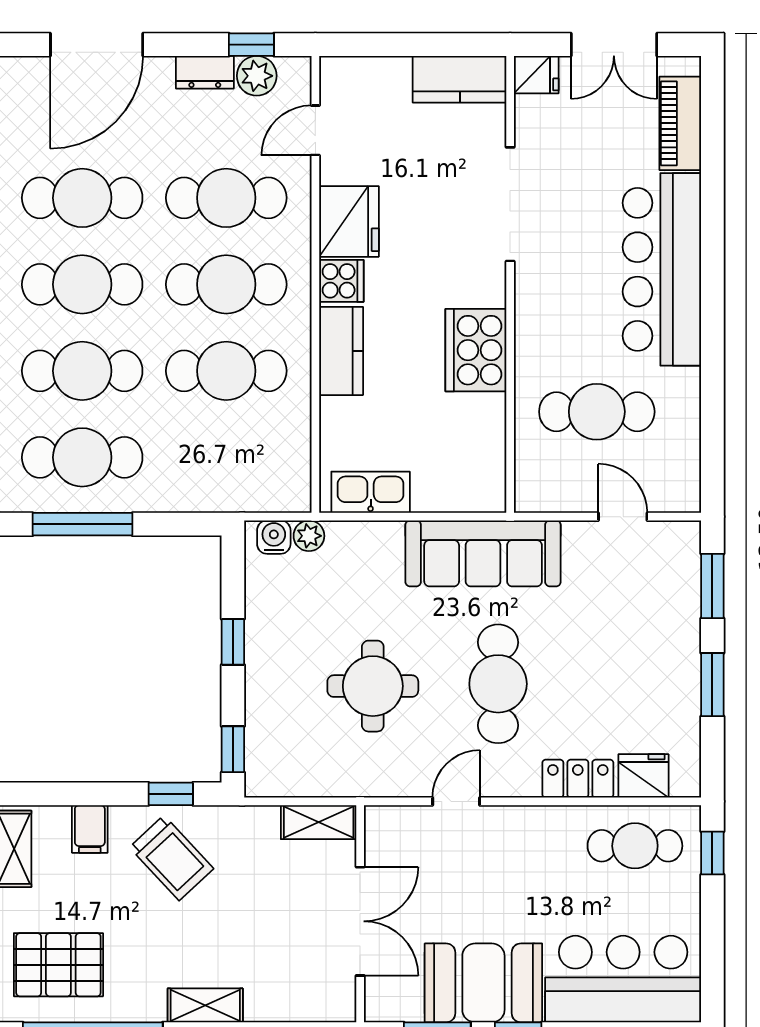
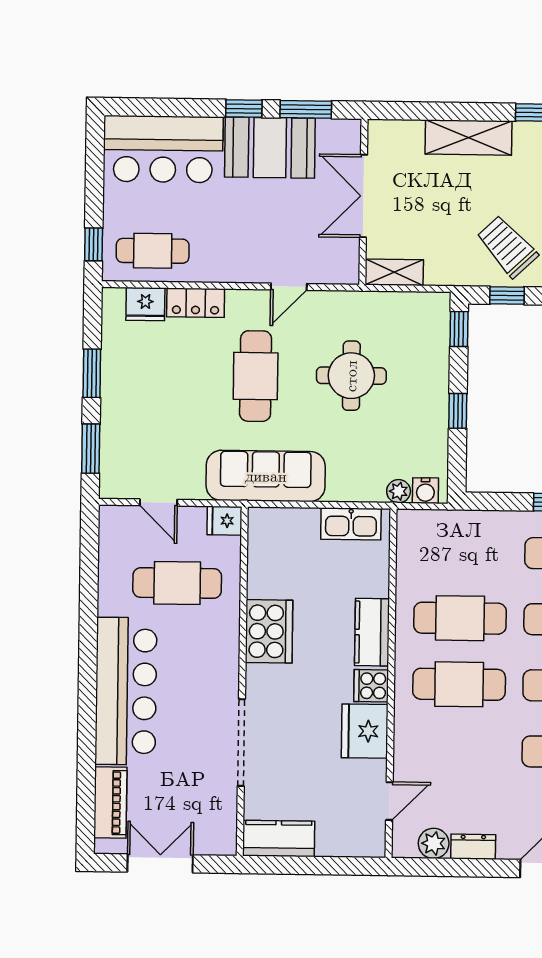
window: (251, 45) -> (437, 867), removed
fridge: (536, 75) -> (224, 521), moved
cafe table: (226, 198) -> (458, 750), removed
shelving: (205, 1005) -> (468, 138), width x1.50, depth x1.33

